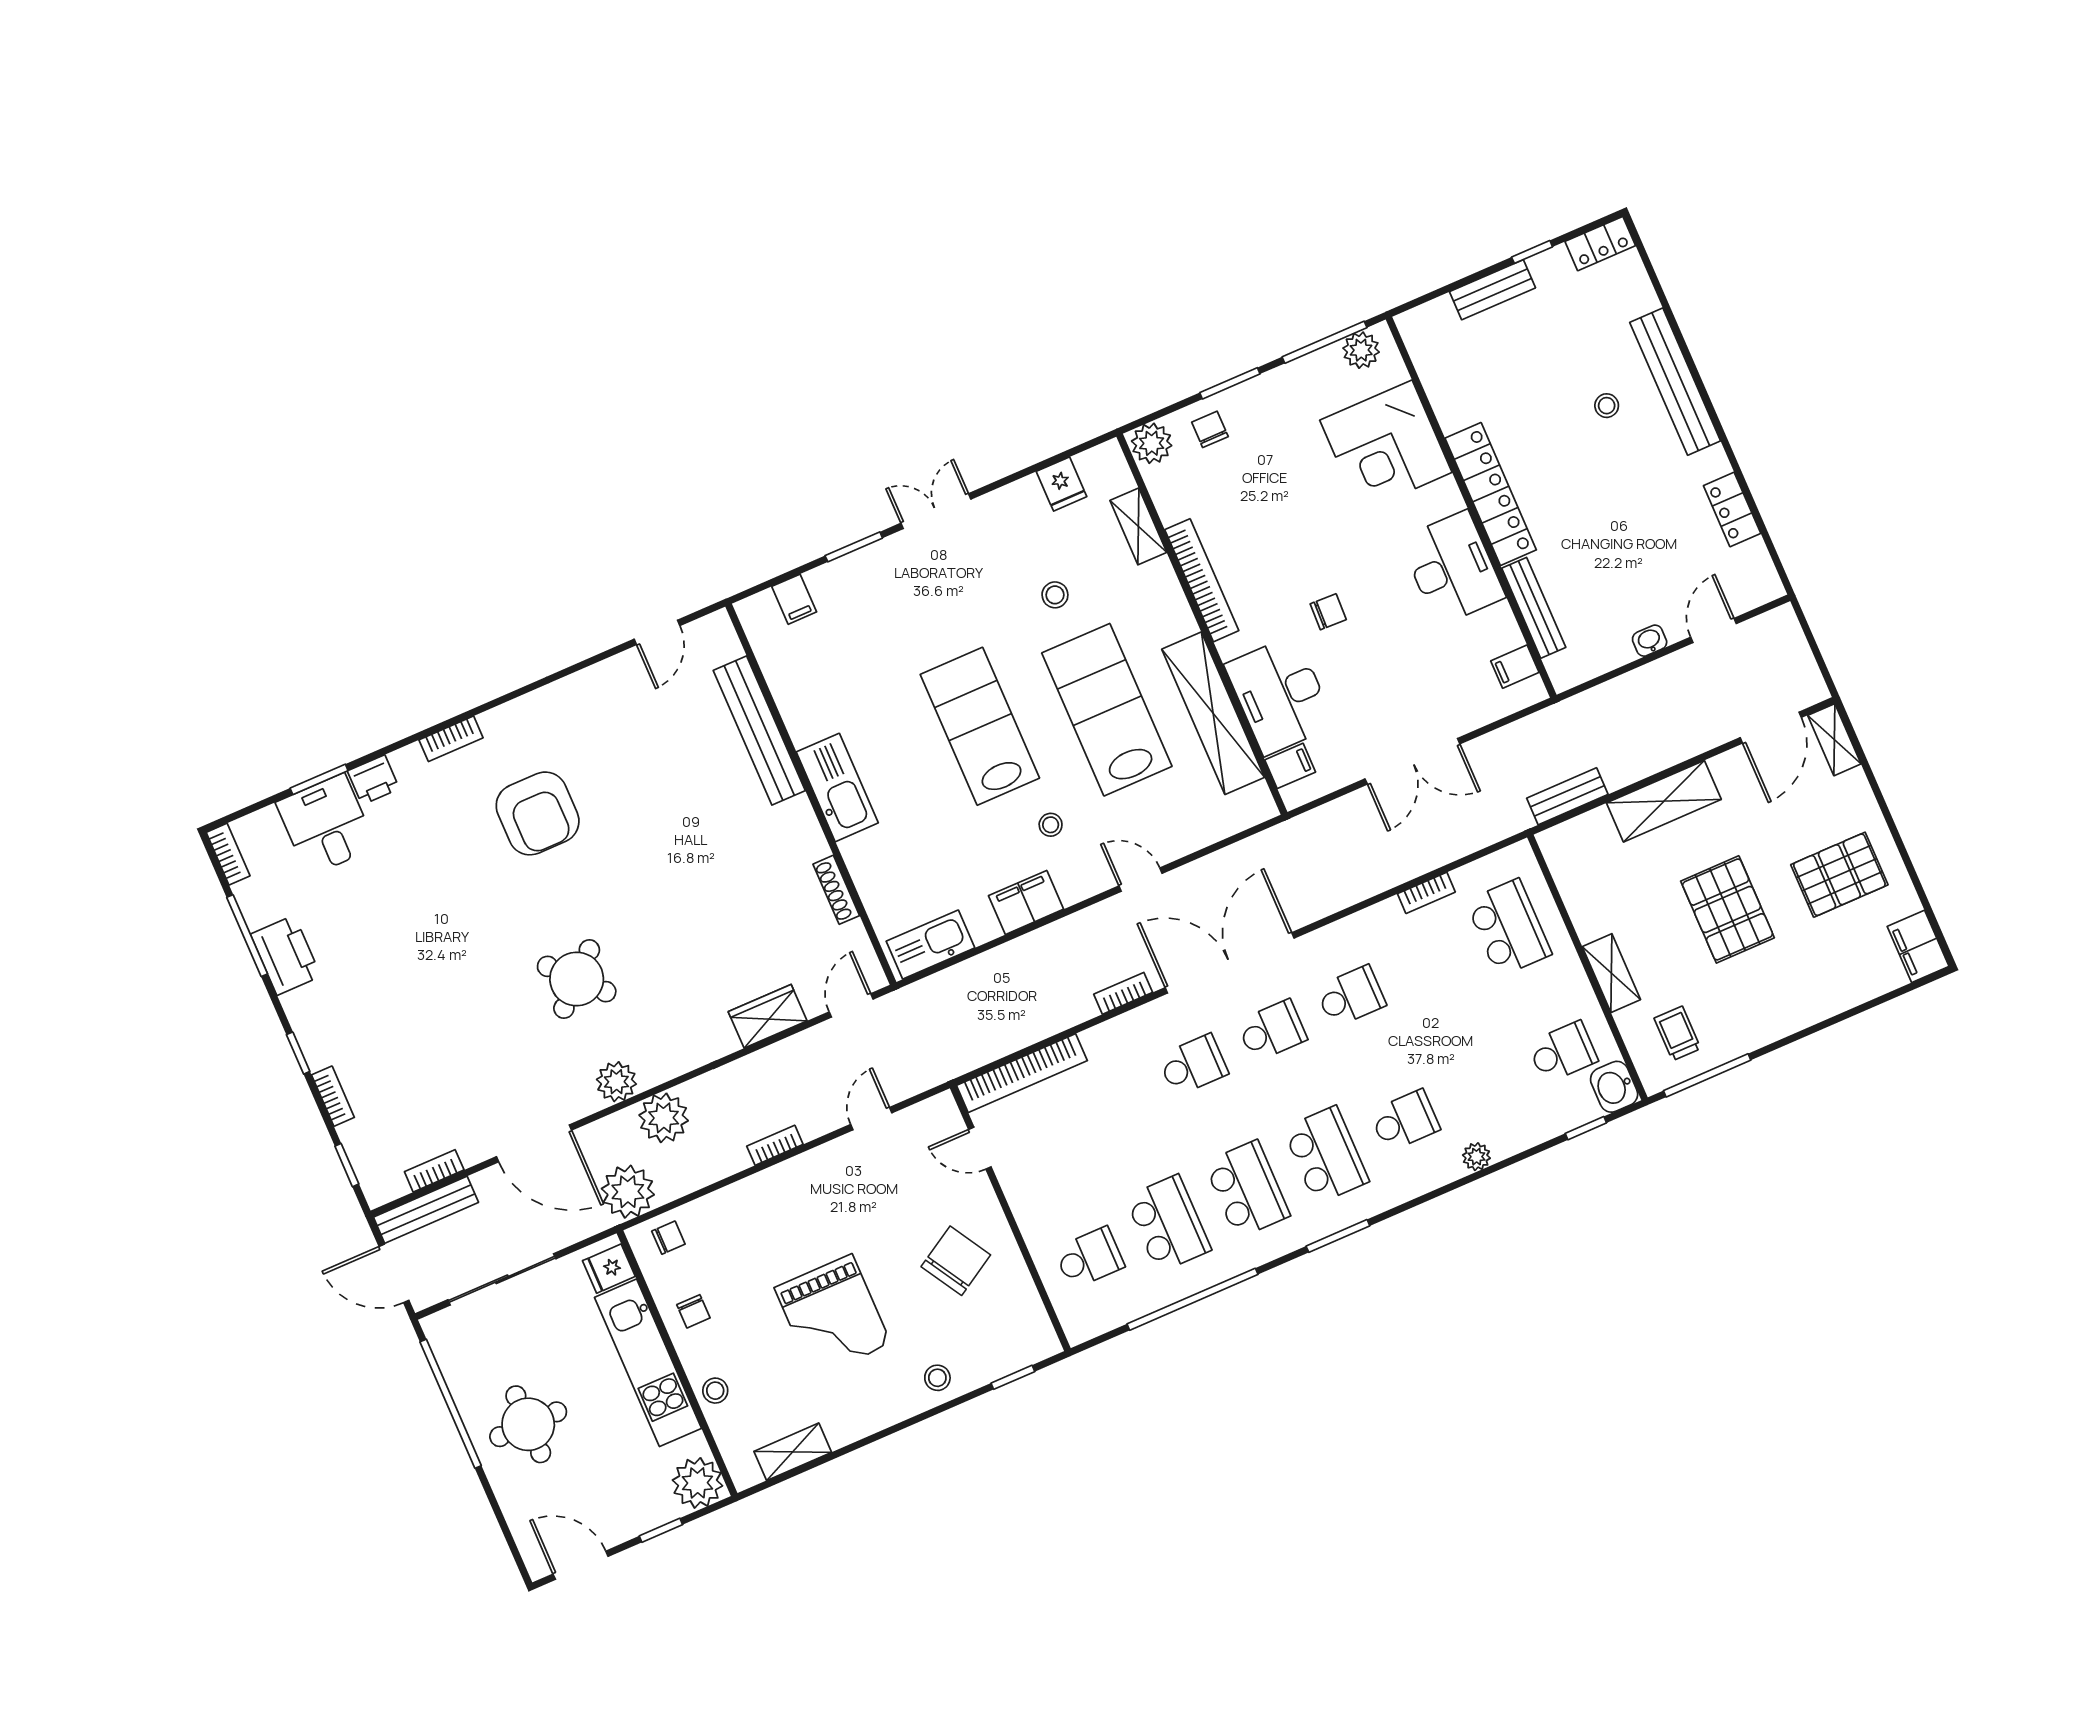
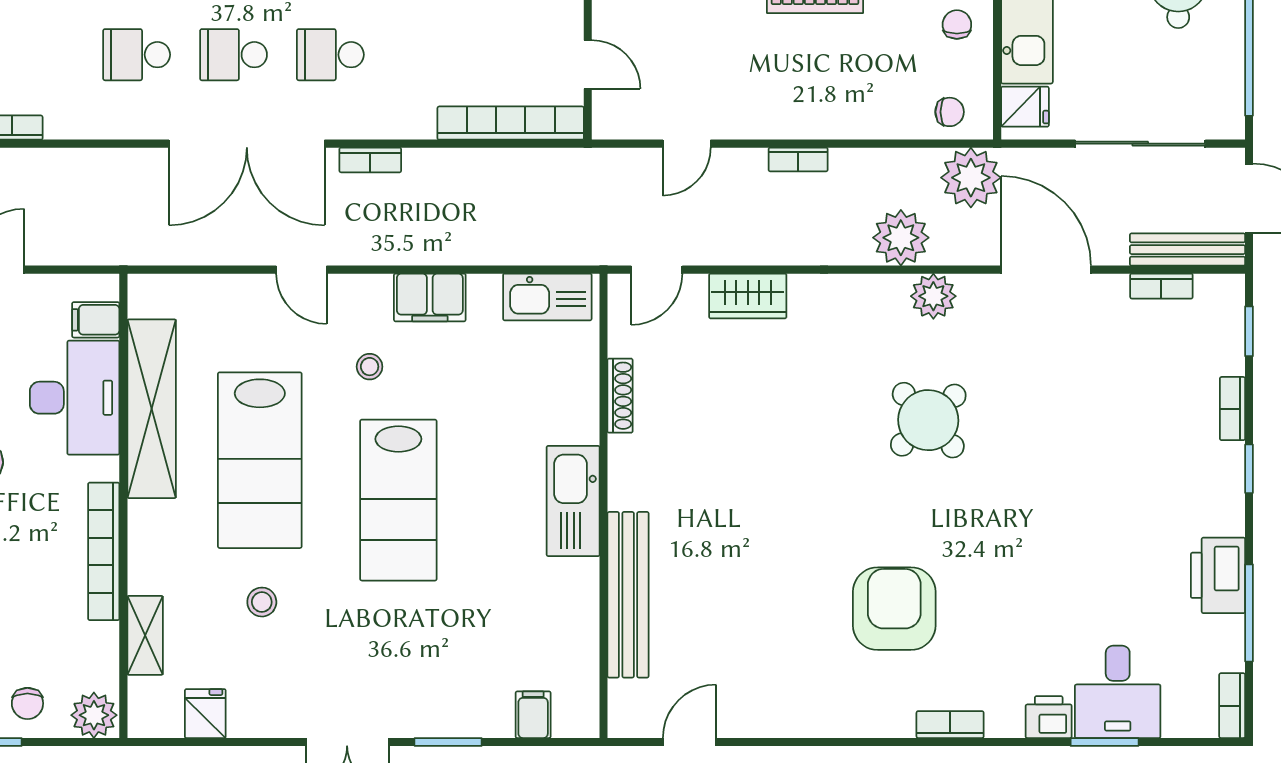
chair: (668, 1238) -> (950, 112), turned 180

